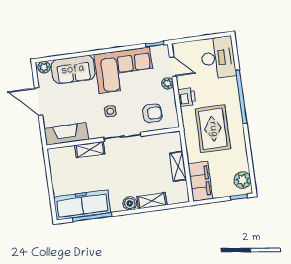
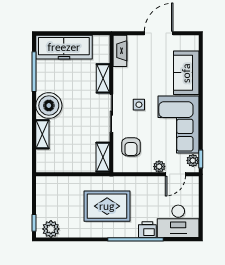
plant: (44, 67) -> (193, 160), moved
printer: (187, 97) -> (147, 230), moved, turned 180
fireplace: (66, 134) -> (120, 51), width x0.73, depth x0.76
shelving: (178, 166) -> (103, 157), moved, turned 90
filing cabinet: (200, 181) -> (55, 186), removed
boiler: (130, 203) -> (49, 106), width x1.86, depth x1.86
freezer: (82, 205) -> (64, 47), moved, turned 90

